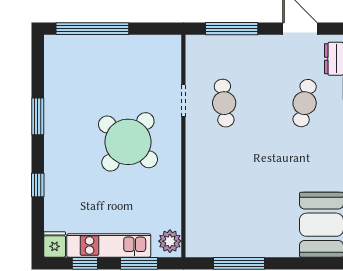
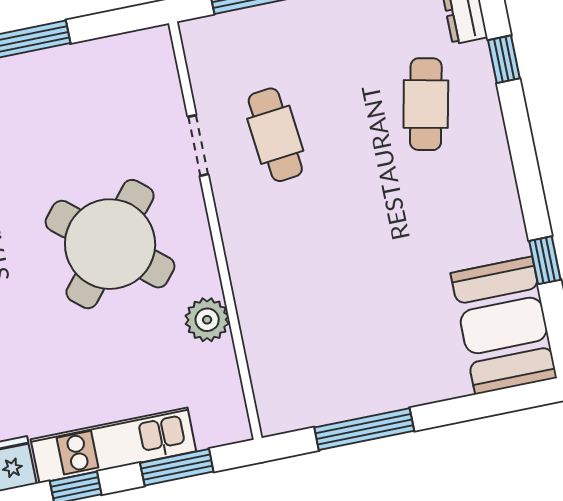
plant: (170, 241) -> (207, 320), moved

